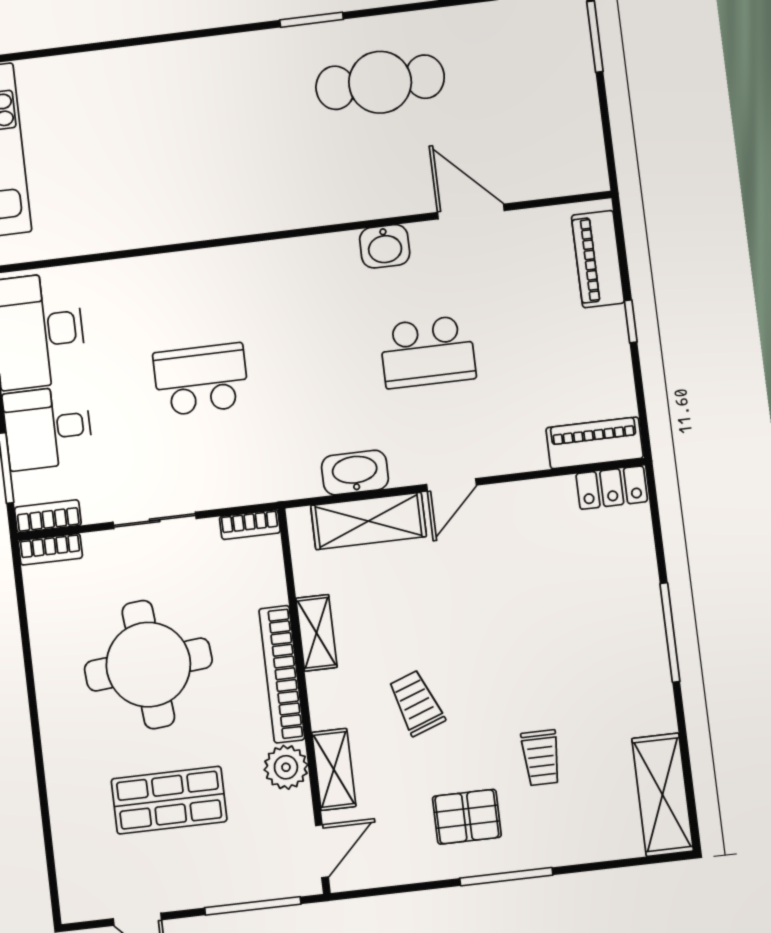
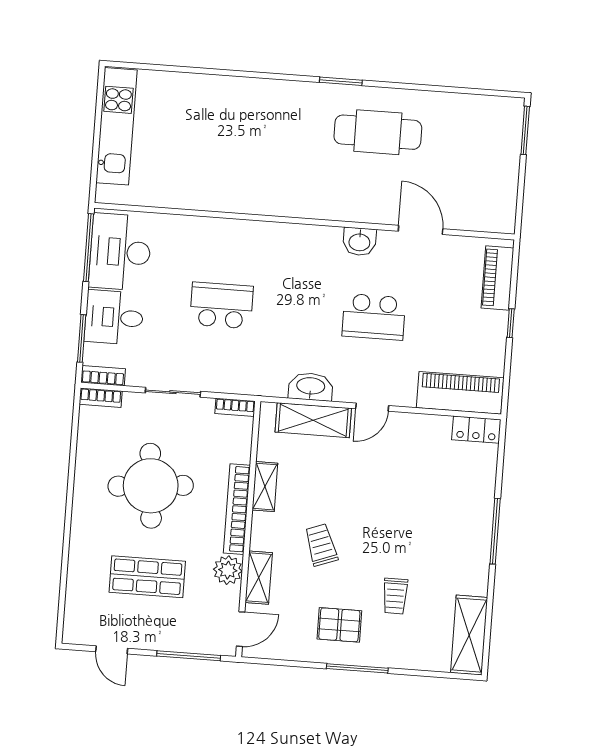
piano: (595, 443) -> (460, 393), width x1.37, depth x1.33

